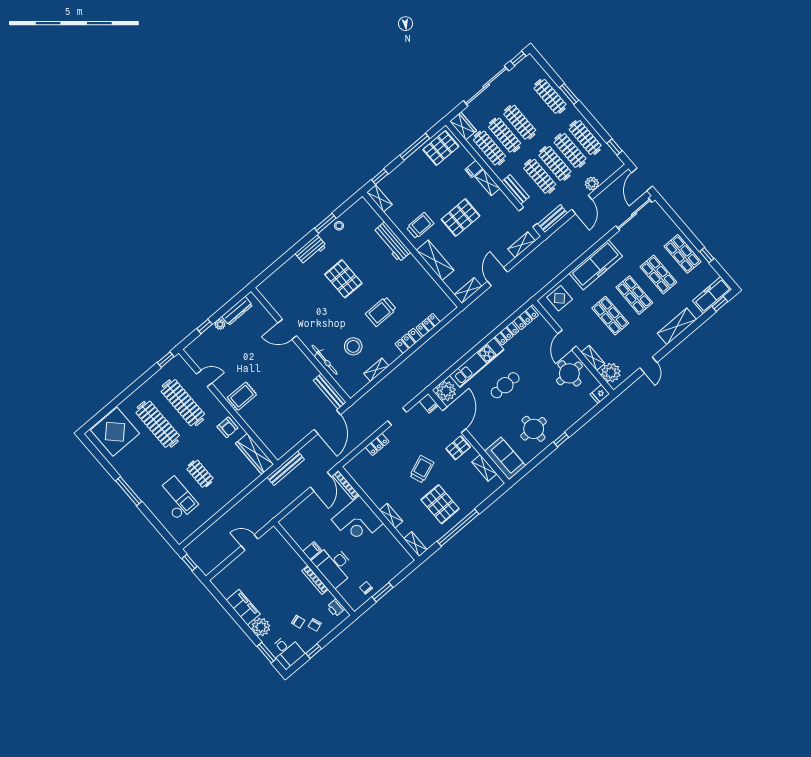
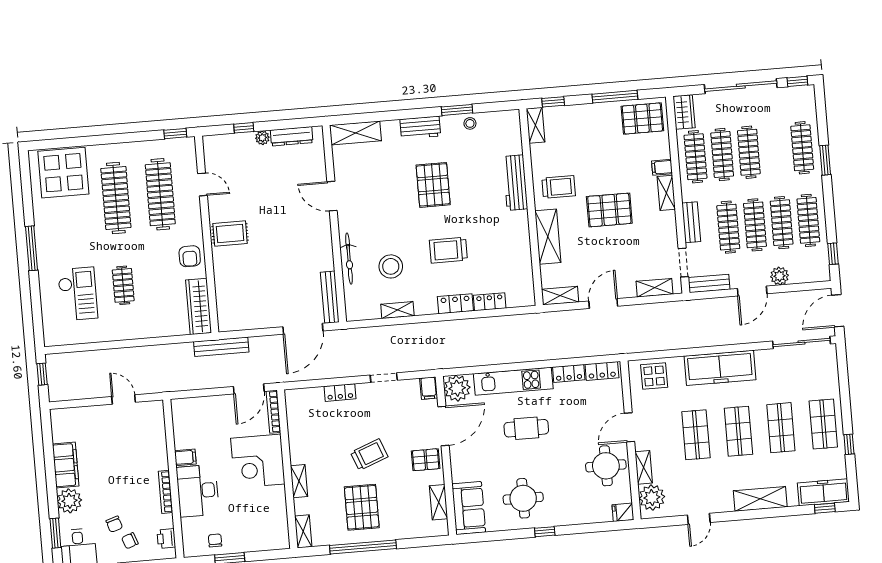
shelving: (274, 281) -> (355, 133), added

